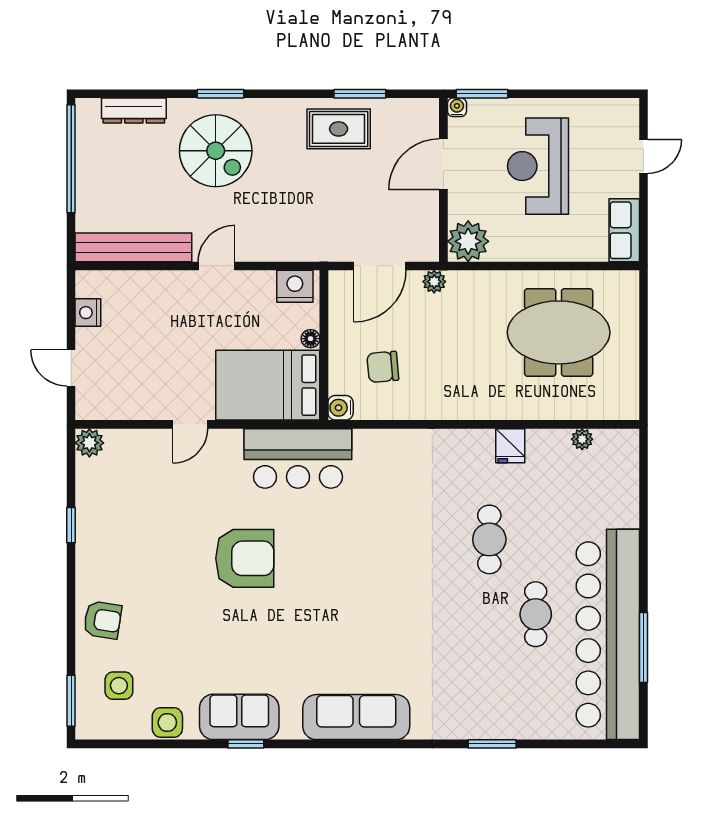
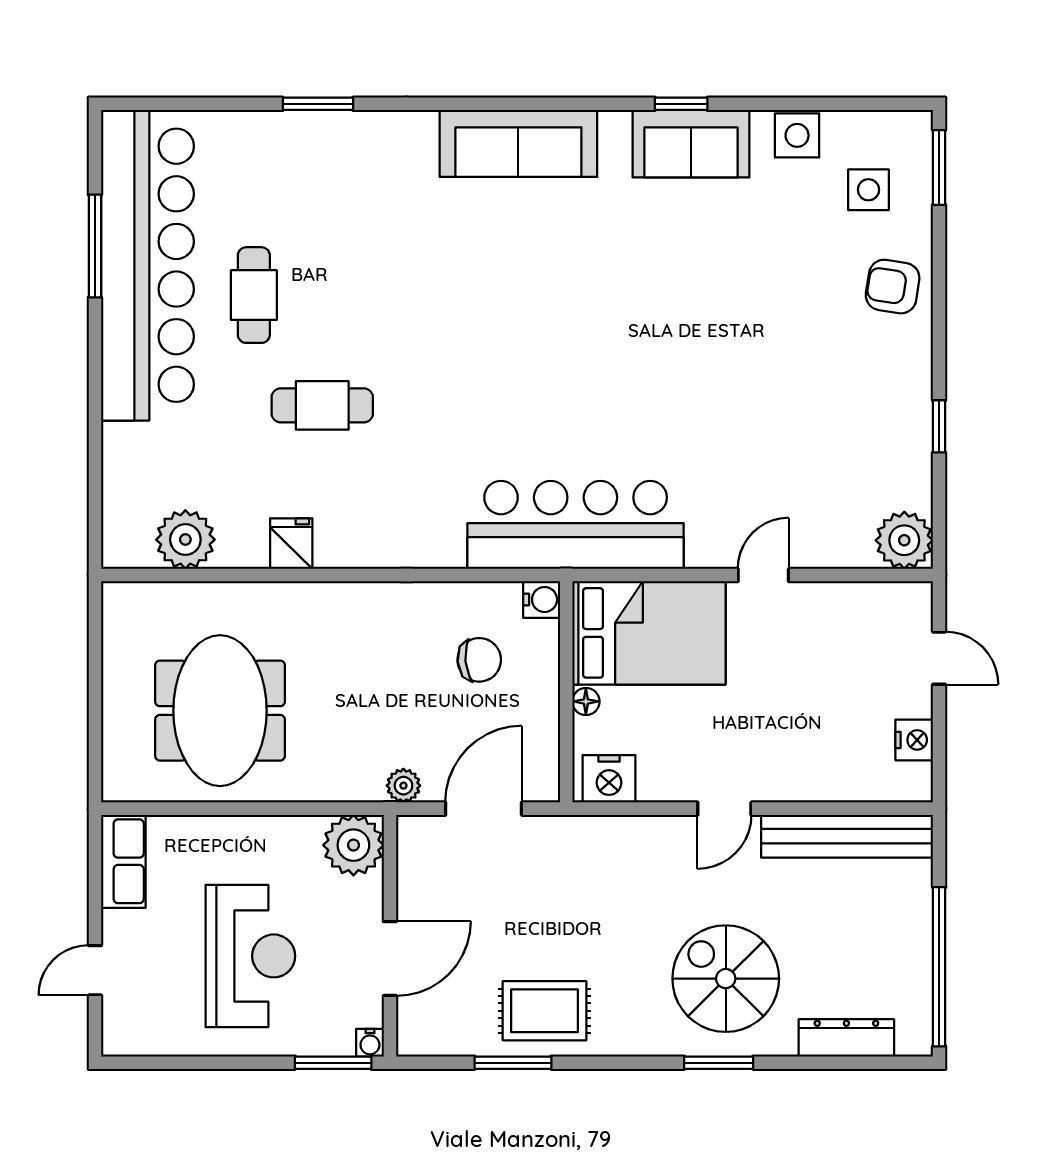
meeting table: (559, 332) -> (220, 711), turned 90
plant: (582, 439) -> (185, 540), width x1.88, depth x1.88
plant: (89, 443) -> (904, 540), width x1.36, depth x1.36
bar counter: (298, 458) -> (576, 525), width x1.36
cafe table: (489, 539) -> (322, 405), turned 90
armchair: (245, 558) -> (683, 377), removed

